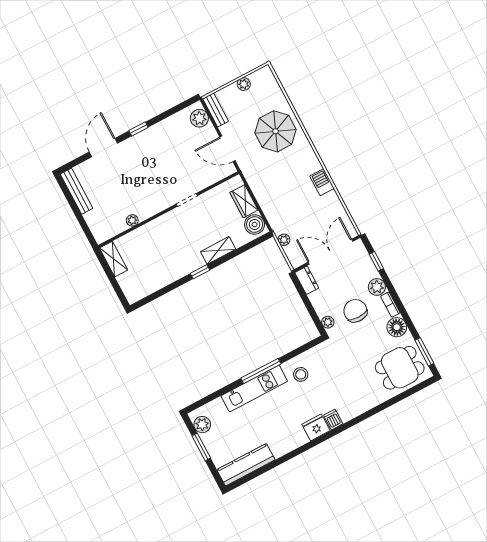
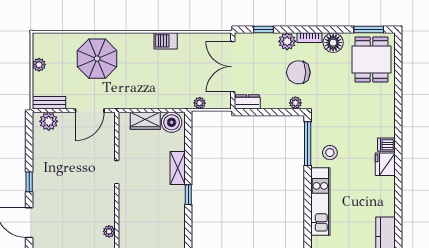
window: (261, 371) -> (308, 144), moved

